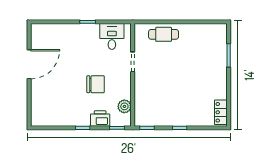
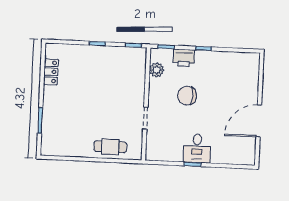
desk: (112, 36) -> (197, 148), moved
locker: (221, 112) -> (51, 72), moved

